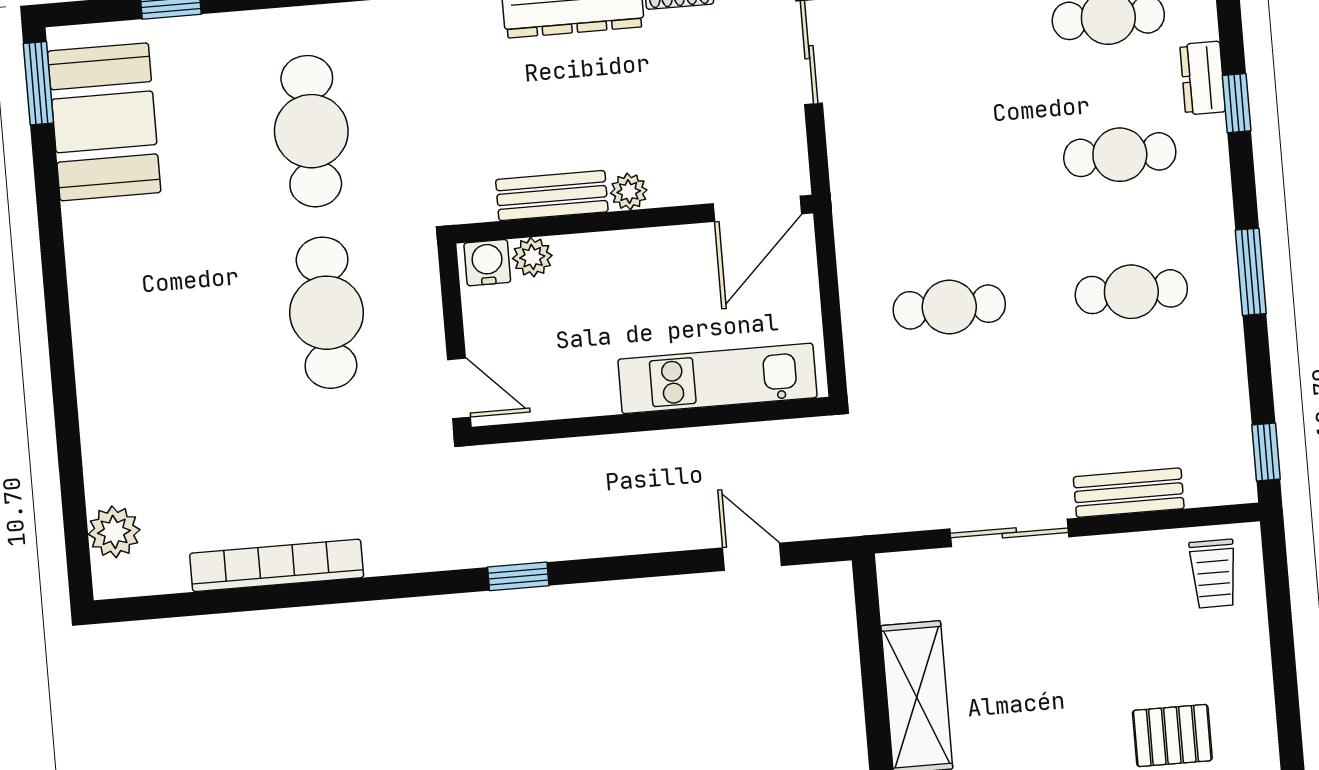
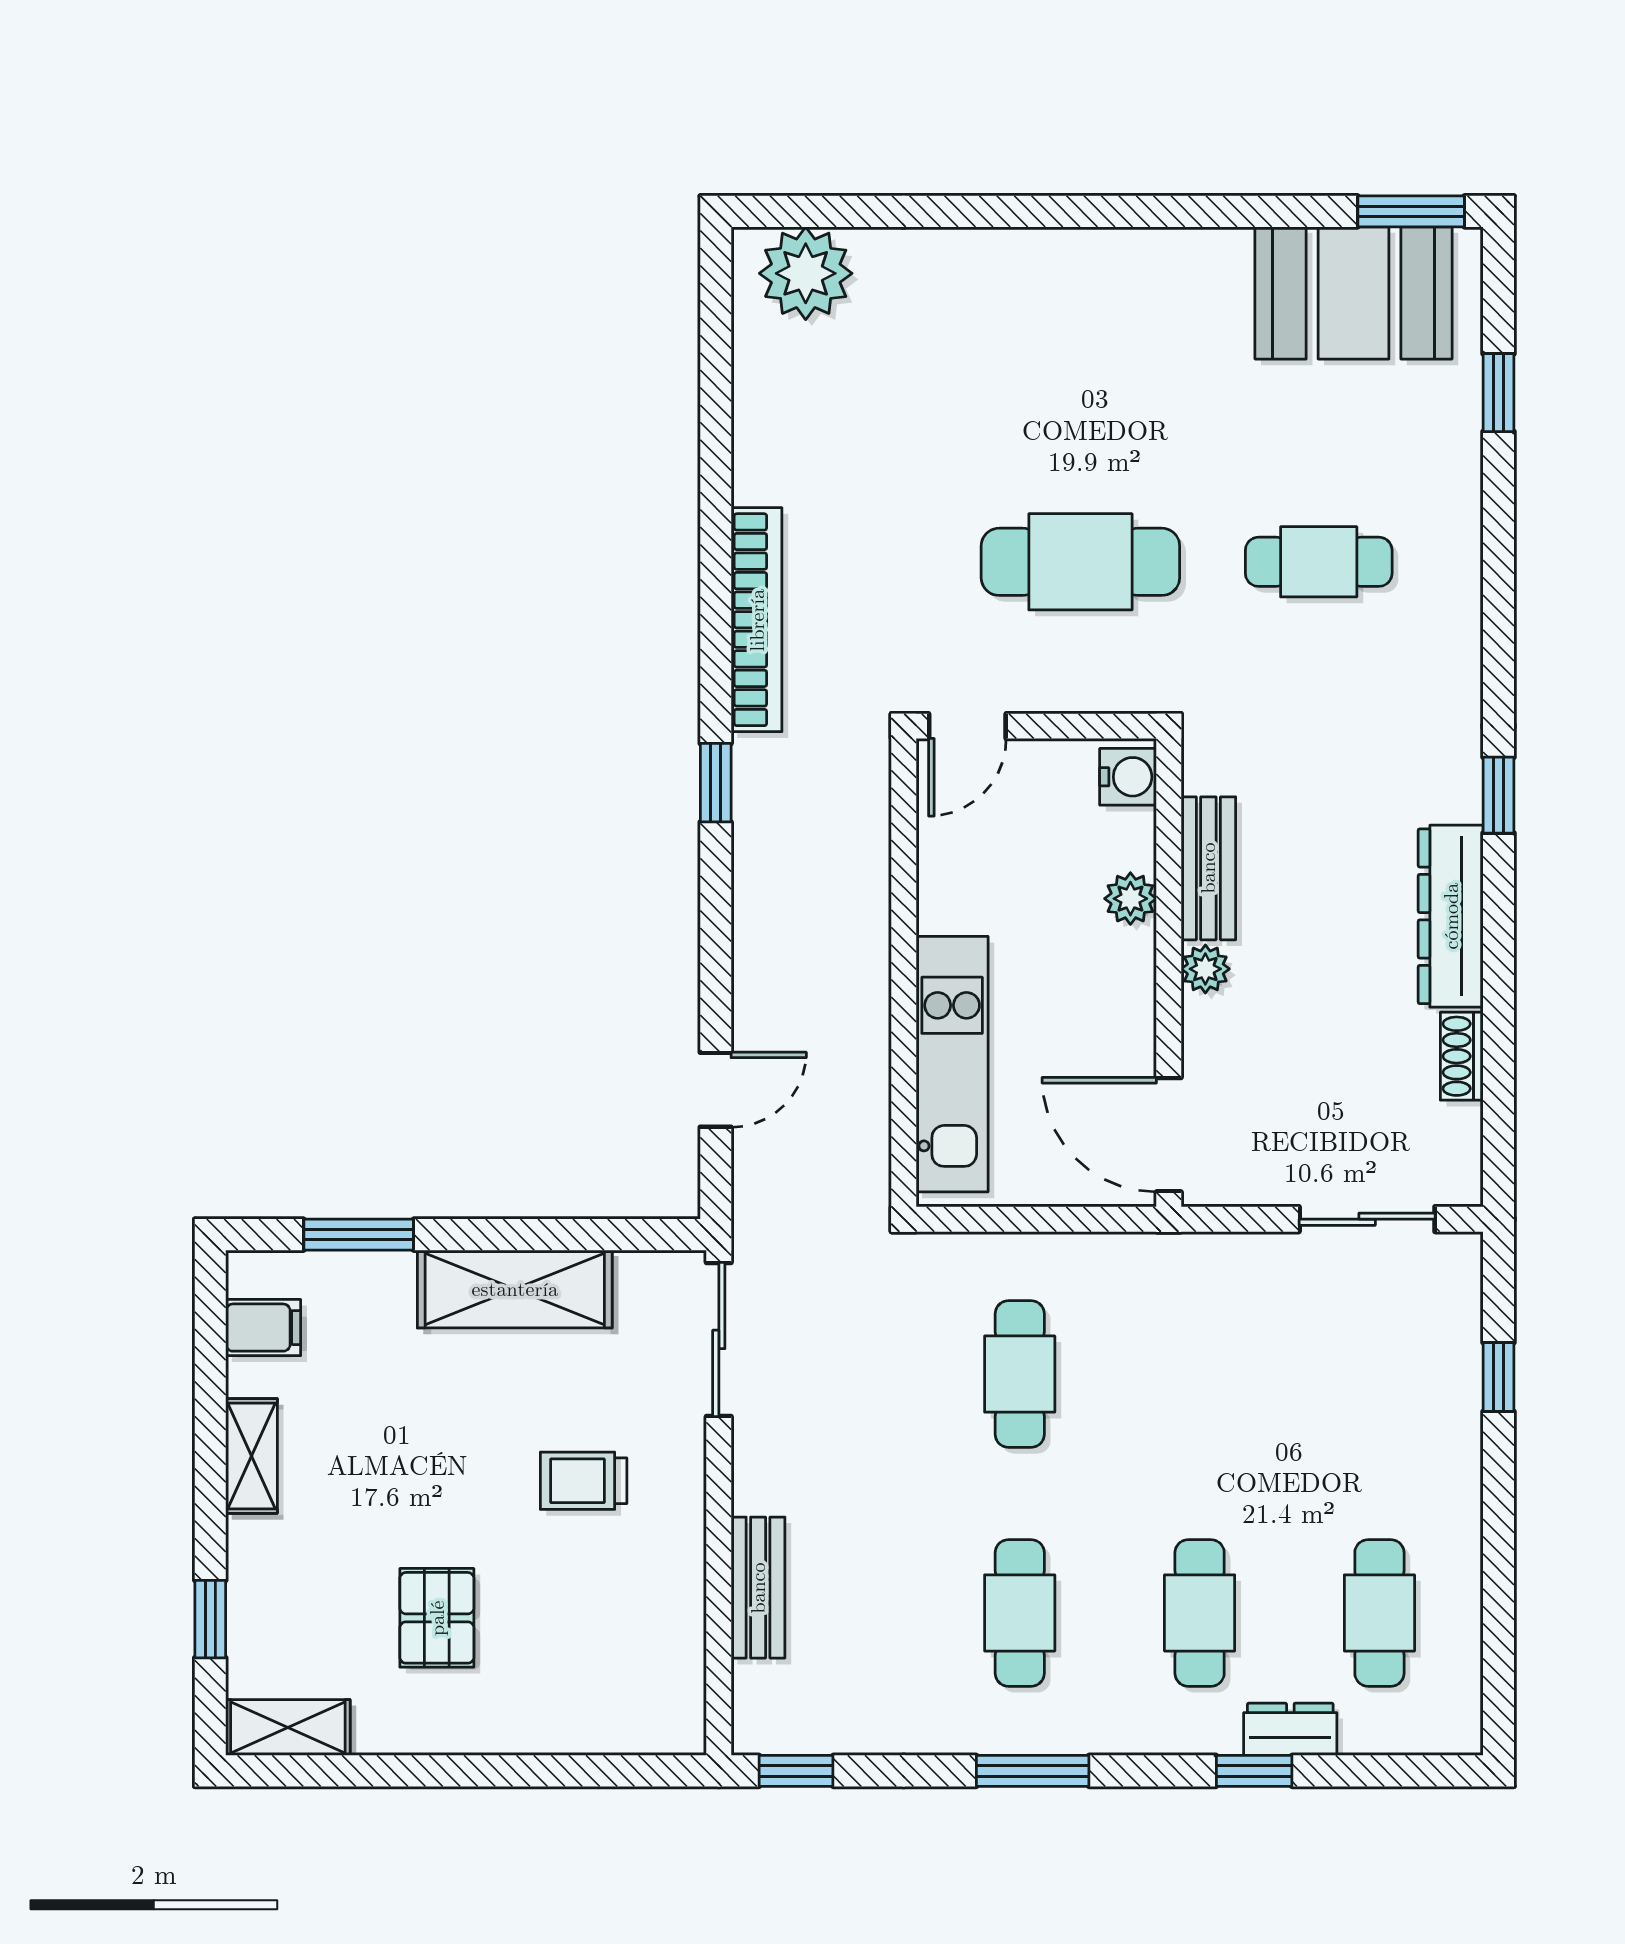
cafe table: (311, 131) -> (1319, 562), width x0.73, depth x0.74
plant: (532, 257) -> (1130, 899), moved
plant: (114, 532) -> (806, 273), width x1.36, depth x1.36
sliding door: (1009, 533) -> (719, 1339), moved
bookcase: (277, 565) -> (757, 620), moved
trolley: (1213, 574) -> (584, 1481), moved

